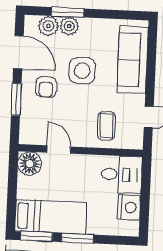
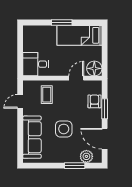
plant: (69, 26) -> (73, 157), removed
armchair: (46, 87) -> (94, 101), moved
door: (59, 150) -> (76, 78), swing flipped
nightstand: (129, 207) -> (30, 44), removed
window: (36, 236) -> (88, 22), removed

